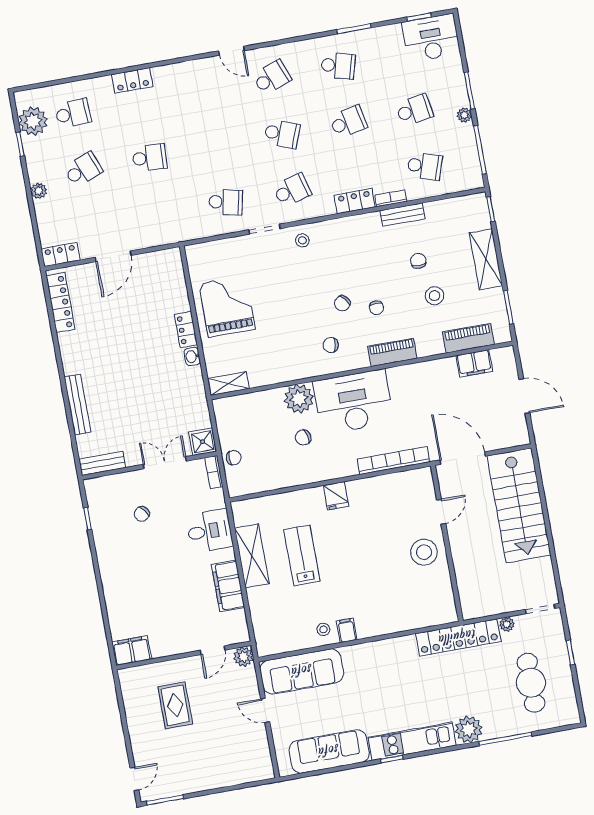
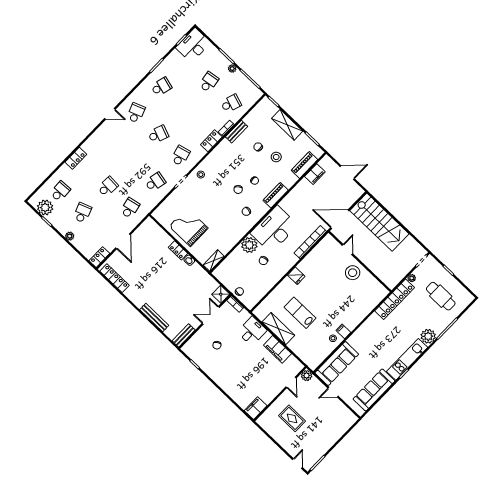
school desk: (348, 122) -> (130, 208), moved

